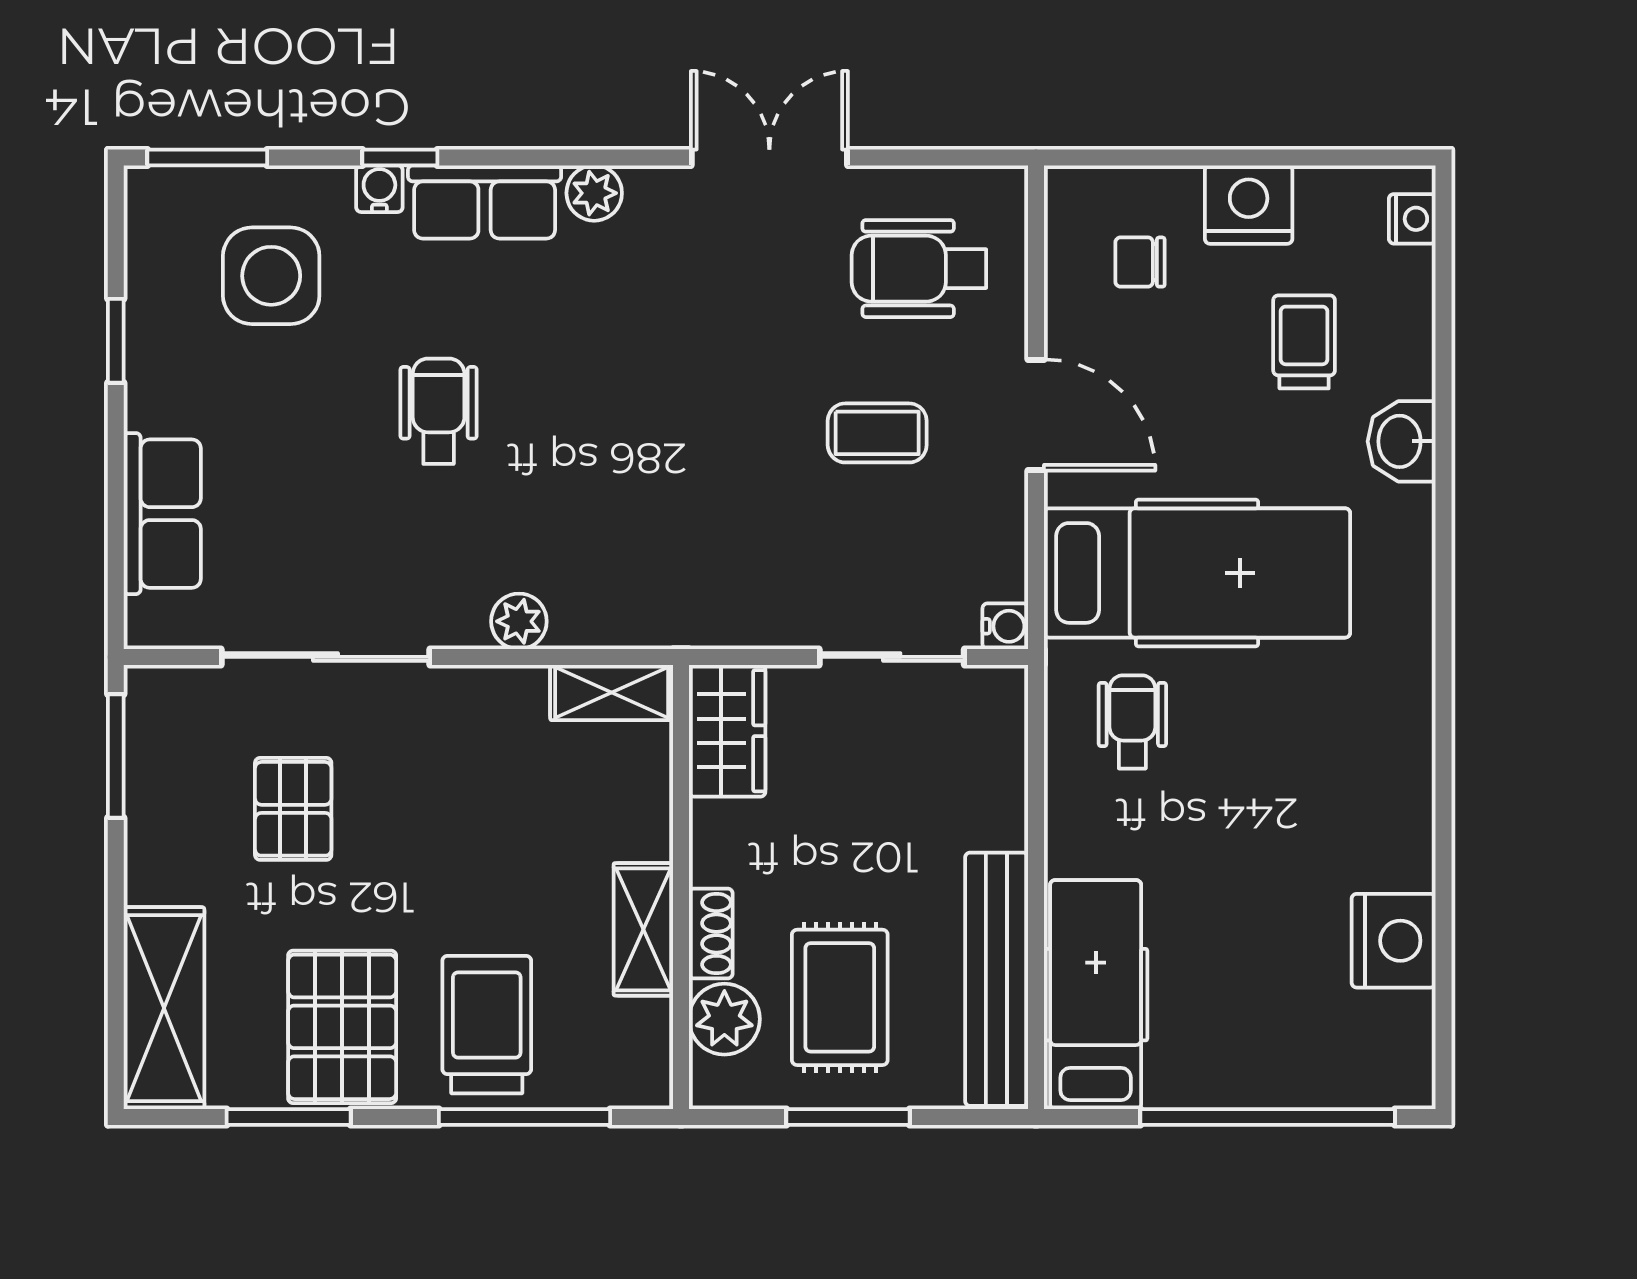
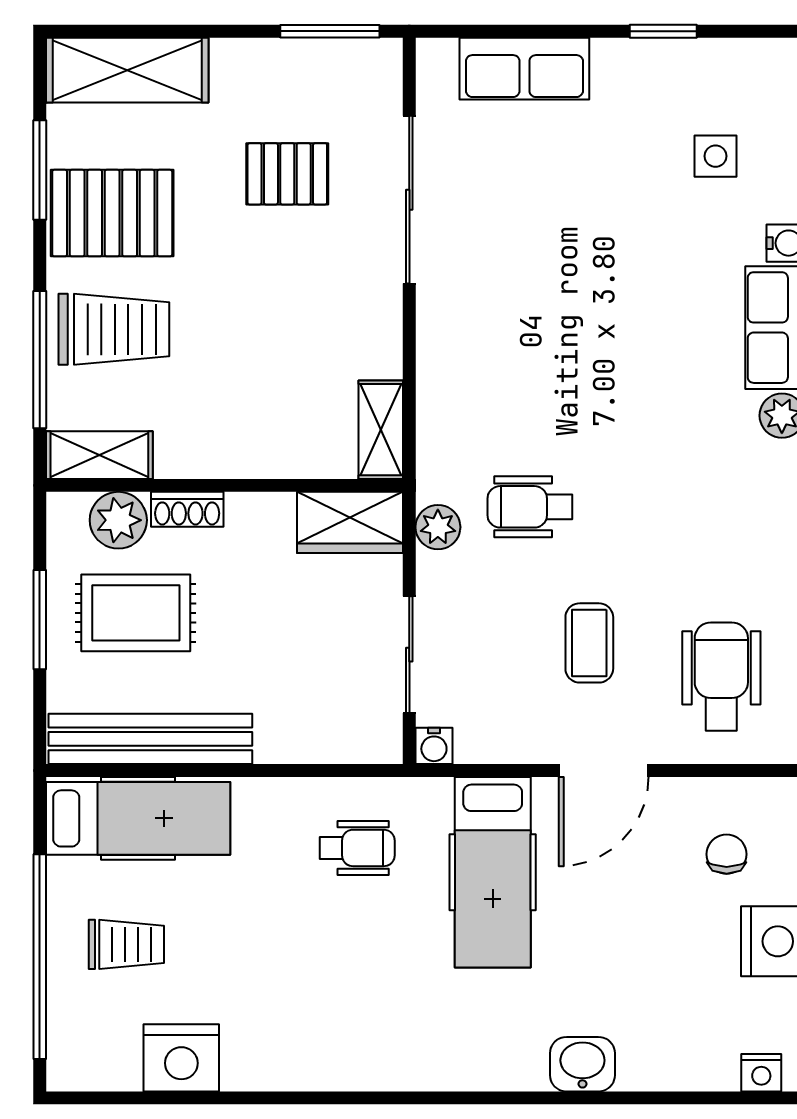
side table: (271, 276) -> (716, 156), width x0.54, depth x0.54
trolley: (1304, 342) -> (126, 944), moved
wheelchair: (439, 411) -> (530, 507), moved, turned 180
hospital bed: (1197, 573) -> (493, 872), width x0.73, depth x0.78
plant: (519, 621) -> (438, 527), moved
shelving: (643, 929) -> (99, 455), moved

